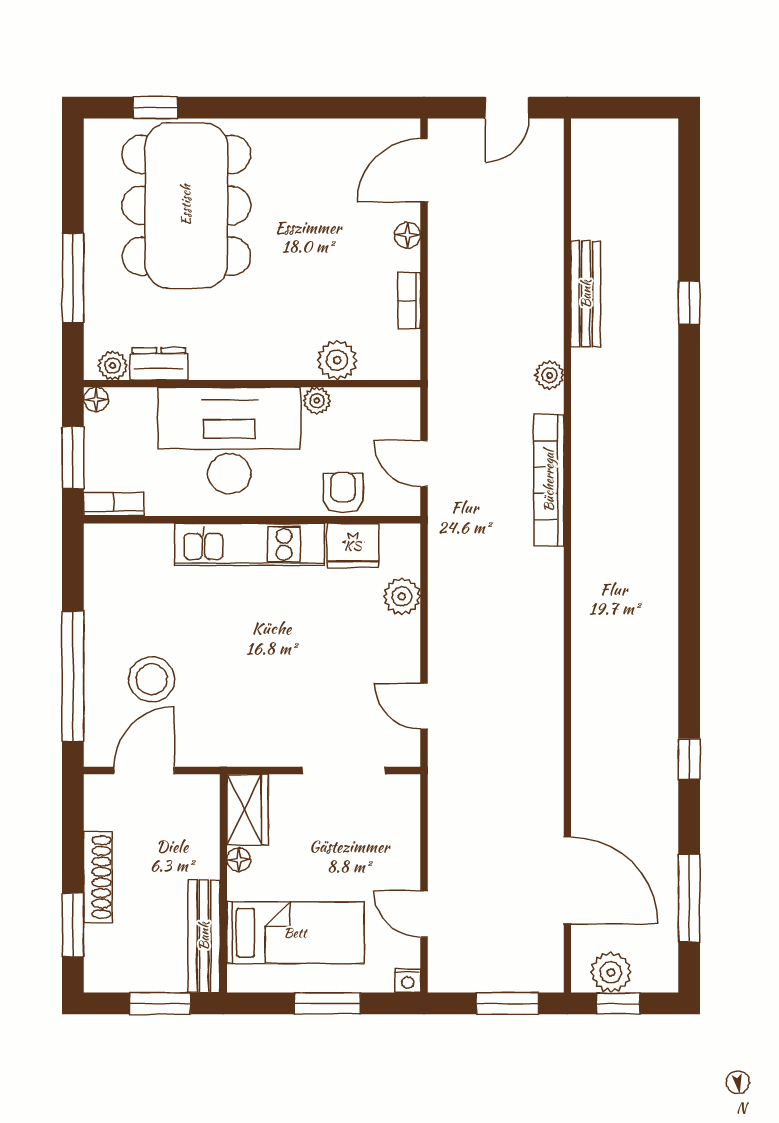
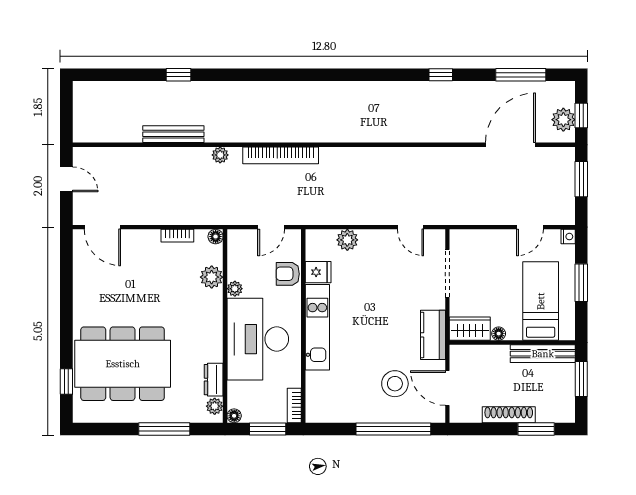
floor lamp: (408, 235) -> (216, 237), moved
fridge: (353, 546) -> (318, 272), width x0.72
door: (424, 706) -> (410, 227), hinge flipped
kitchen counter: (236, 745) -> (433, 335), added

